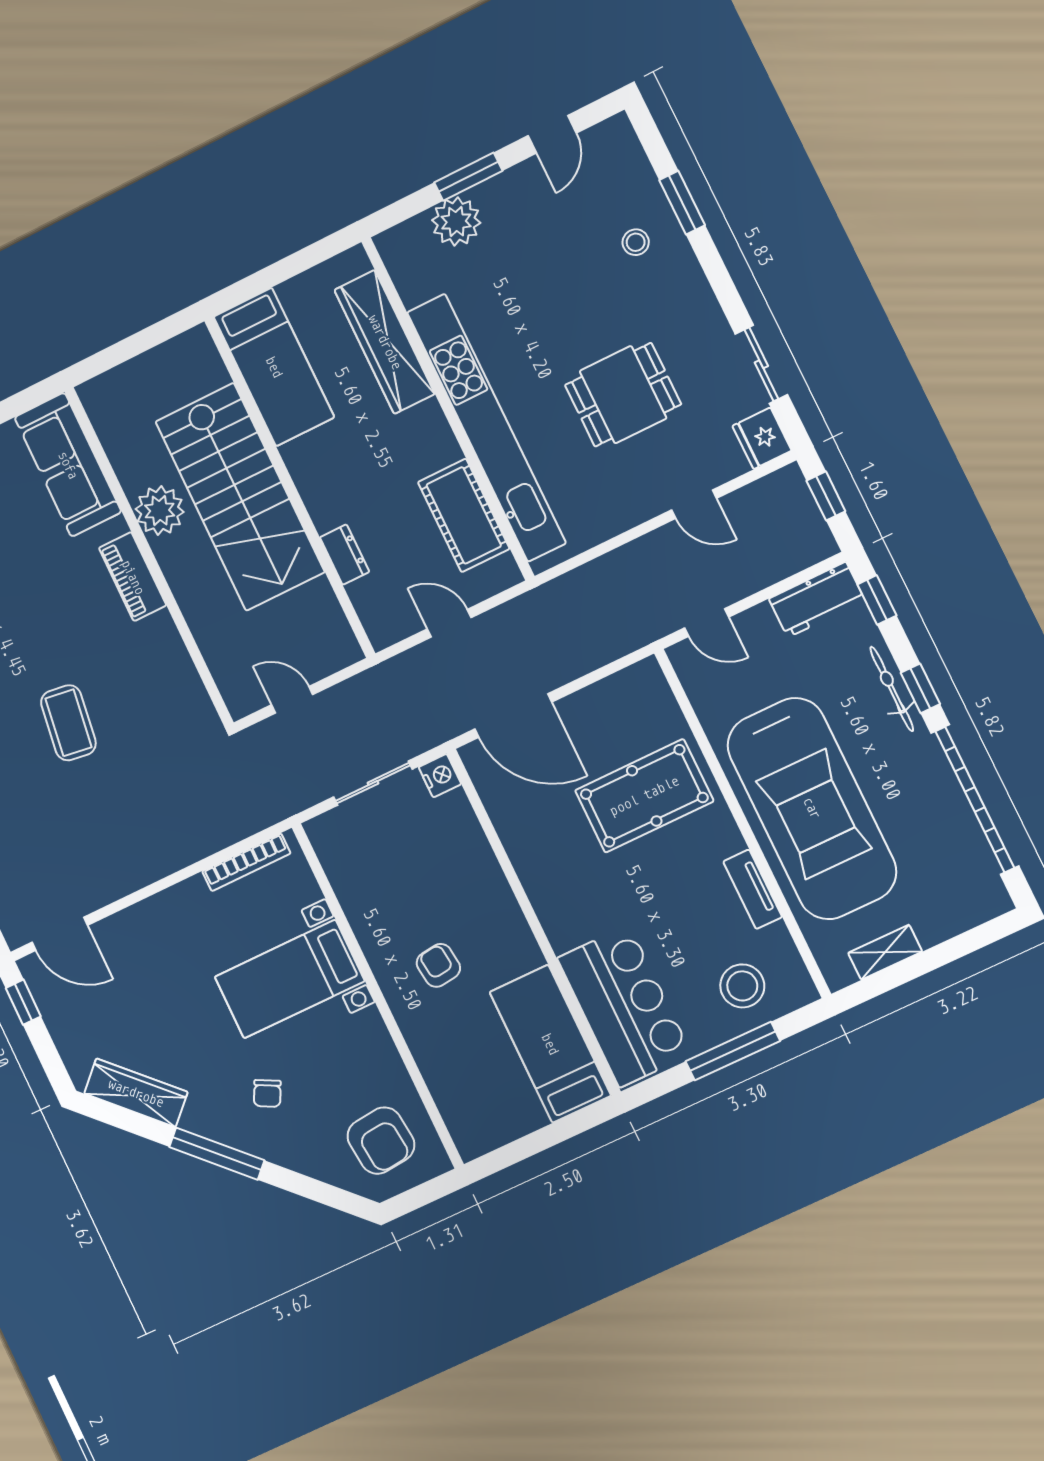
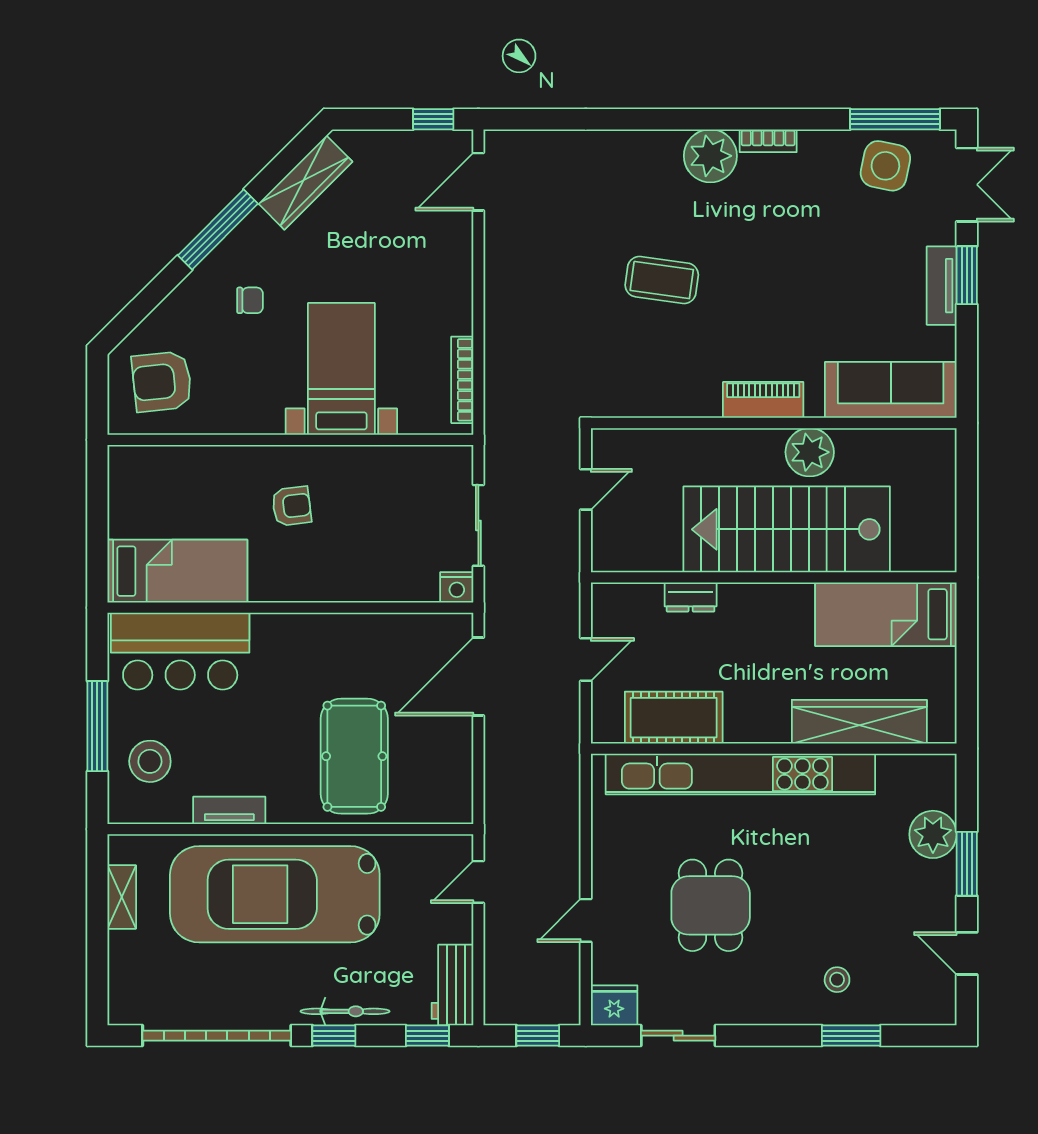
chair: (267, 1093) -> (250, 300), turned 153

